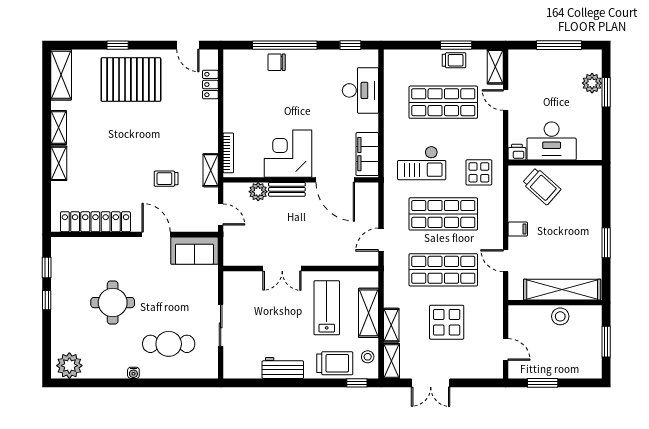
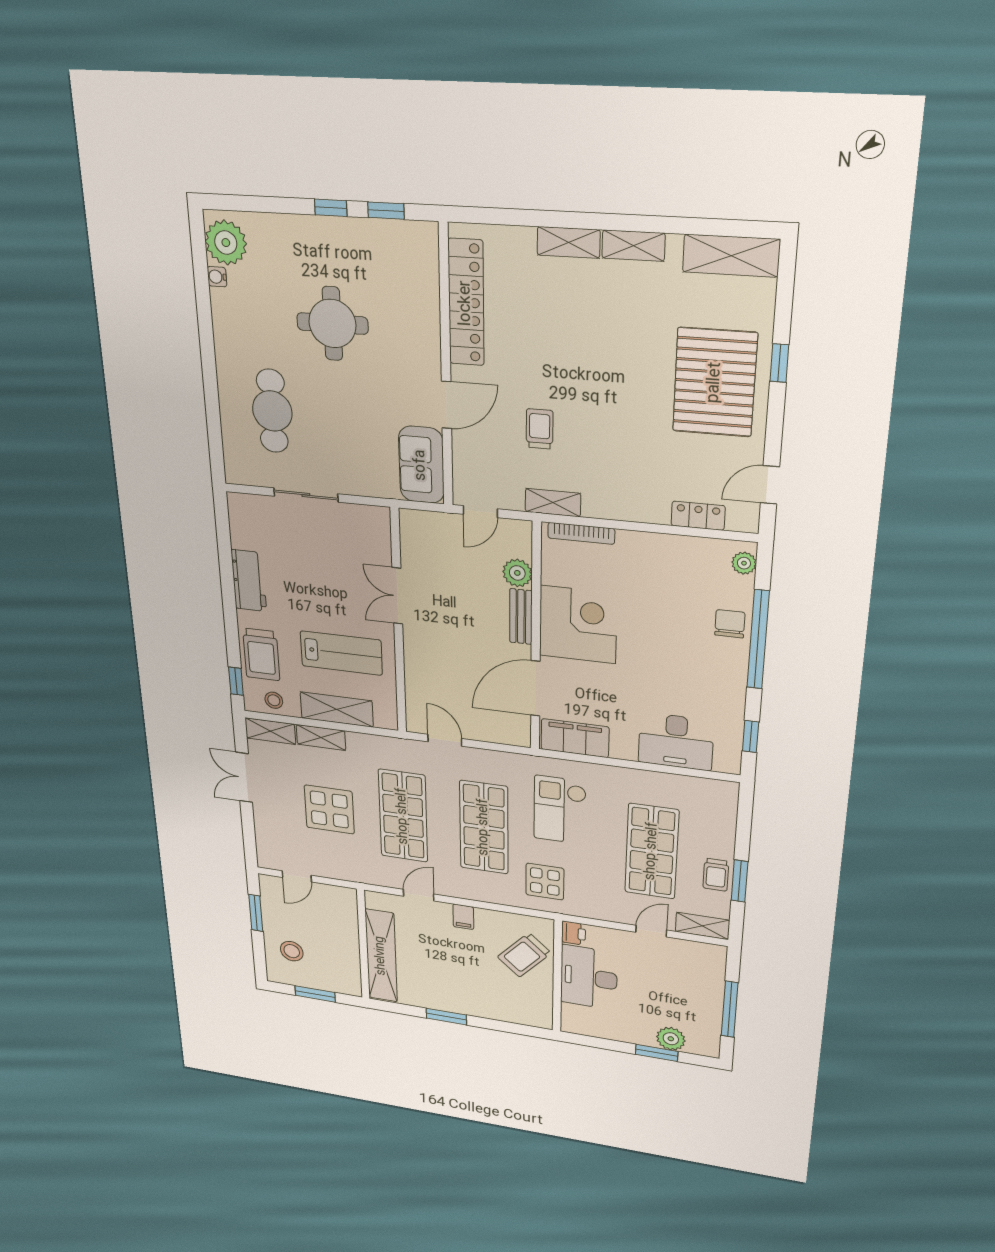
plant: (237, 56) -> (744, 563), added
stool: (560, 316) -> (292, 951), moved
water cooler: (133, 373) -> (217, 277), moved

